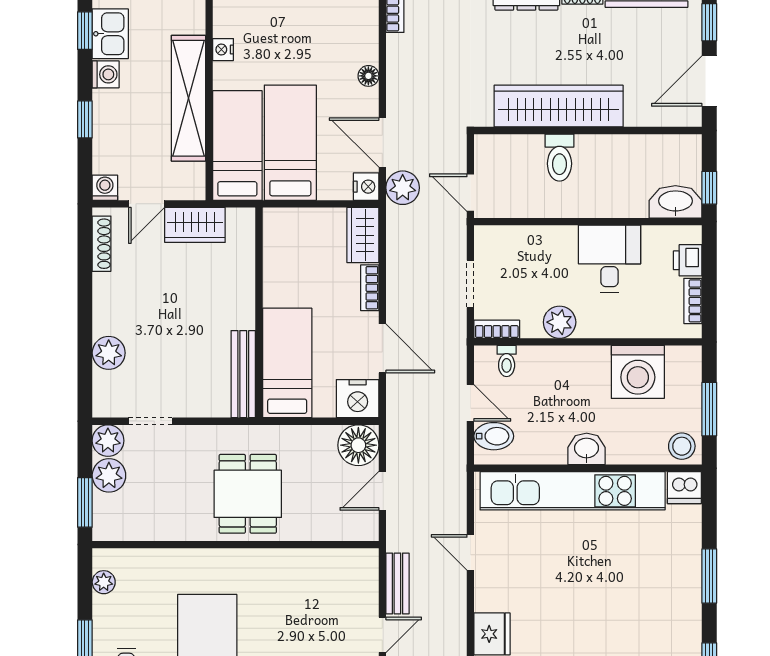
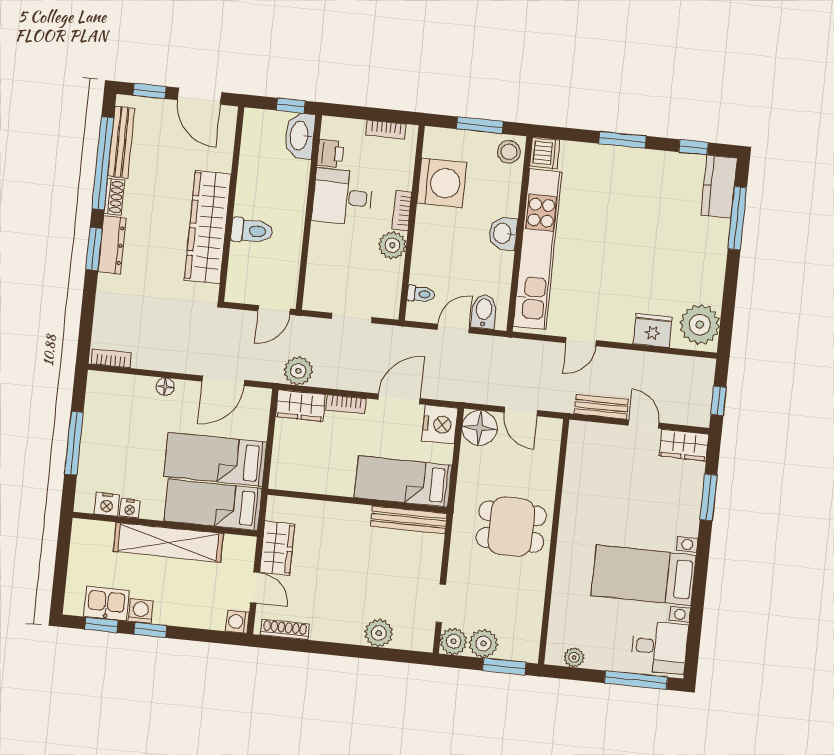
window: (85, 119) -> (150, 630), moved
nightstand: (366, 187) -> (107, 504), moved, turned 180
plant: (403, 188) -> (298, 371), moved
printer: (688, 260) -> (330, 153), moved, turned -90
bookcase: (497, 329) -> (402, 211), moved

